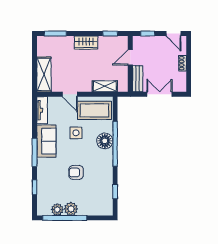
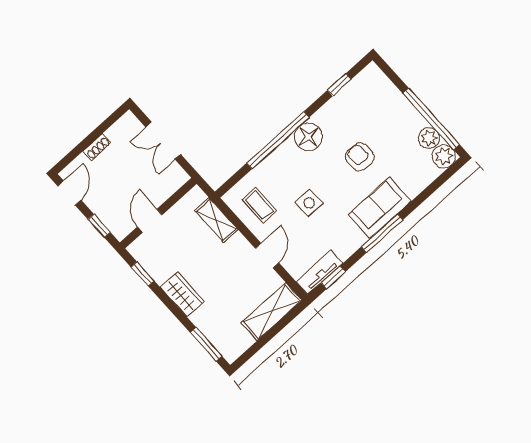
door: (130, 57) -> (150, 221), swing flipped
bench: (138, 79) -> (169, 187), removed
coffee table: (94, 110) -> (259, 205), width x0.54, depth x0.58
sofa: (46, 141) -> (380, 208), moved
floor lamp: (105, 141) -> (308, 137), moved
armchair: (76, 172) -> (360, 157), turned 180
window: (35, 187) -> (333, 277), moved
plant: (71, 209) -> (444, 156), moved

